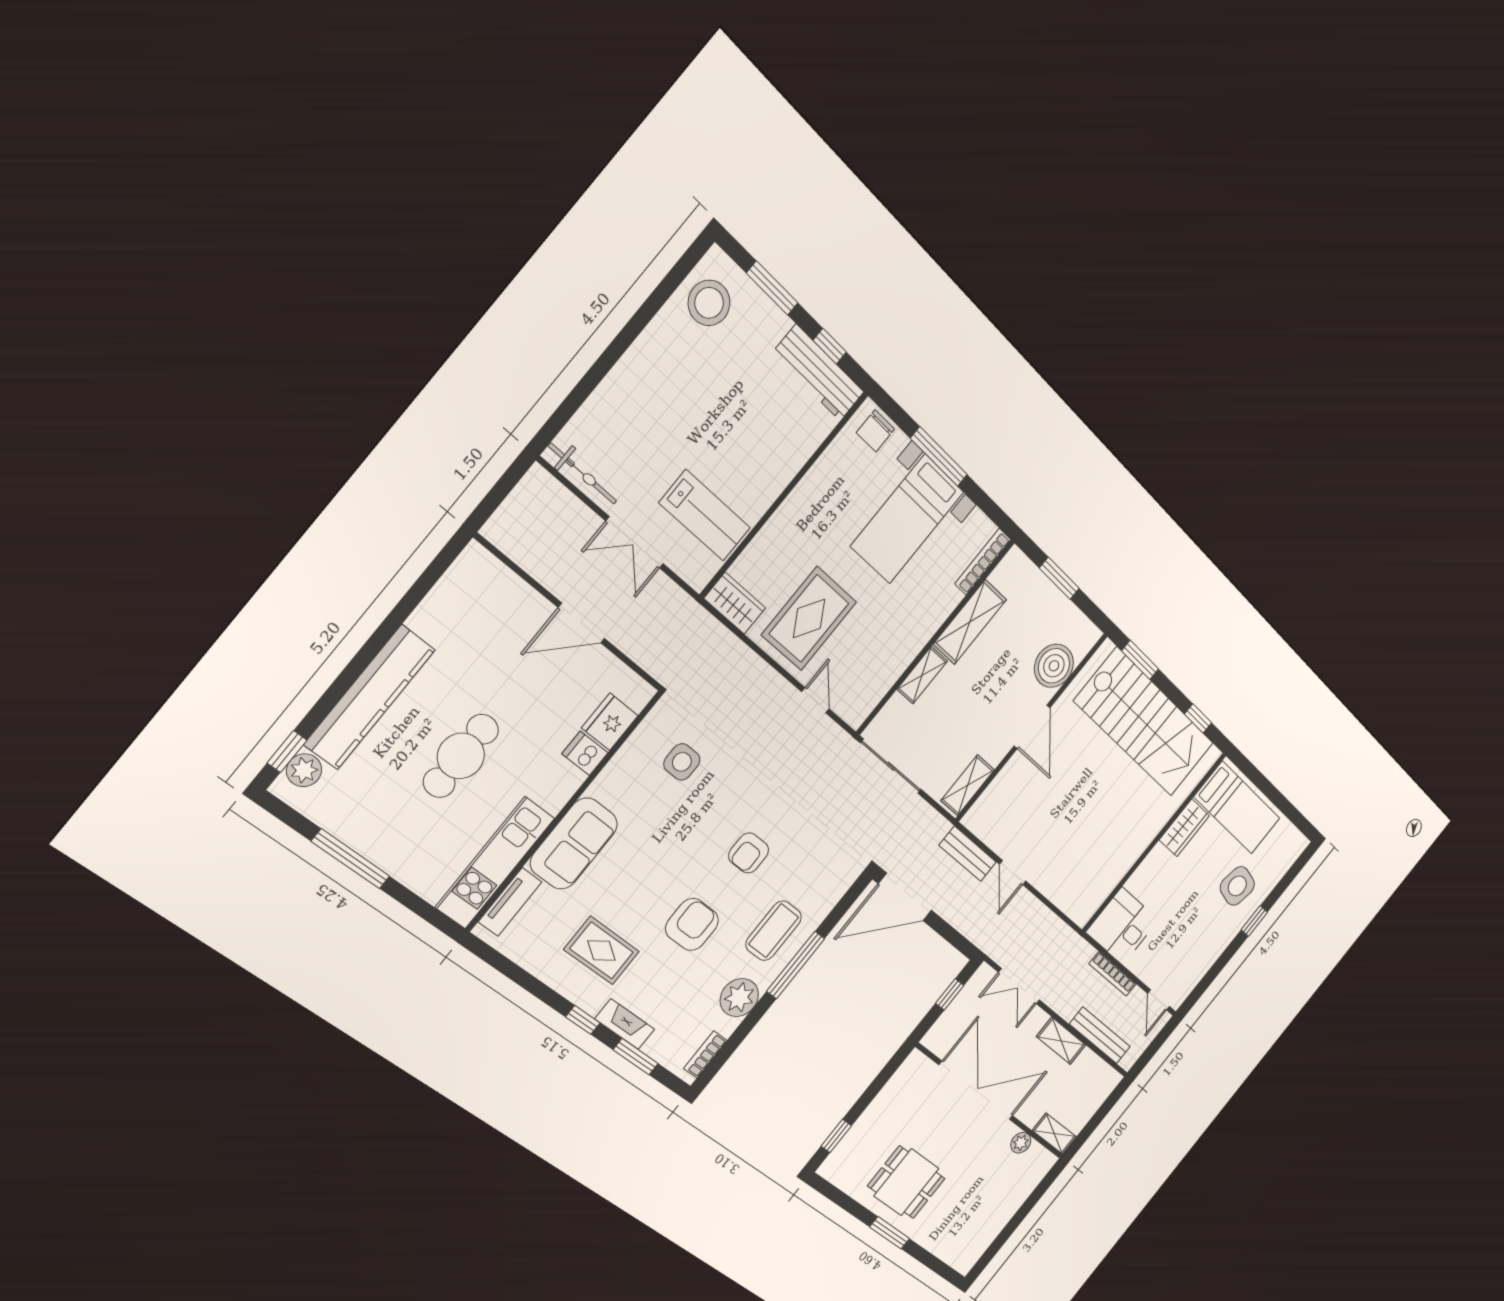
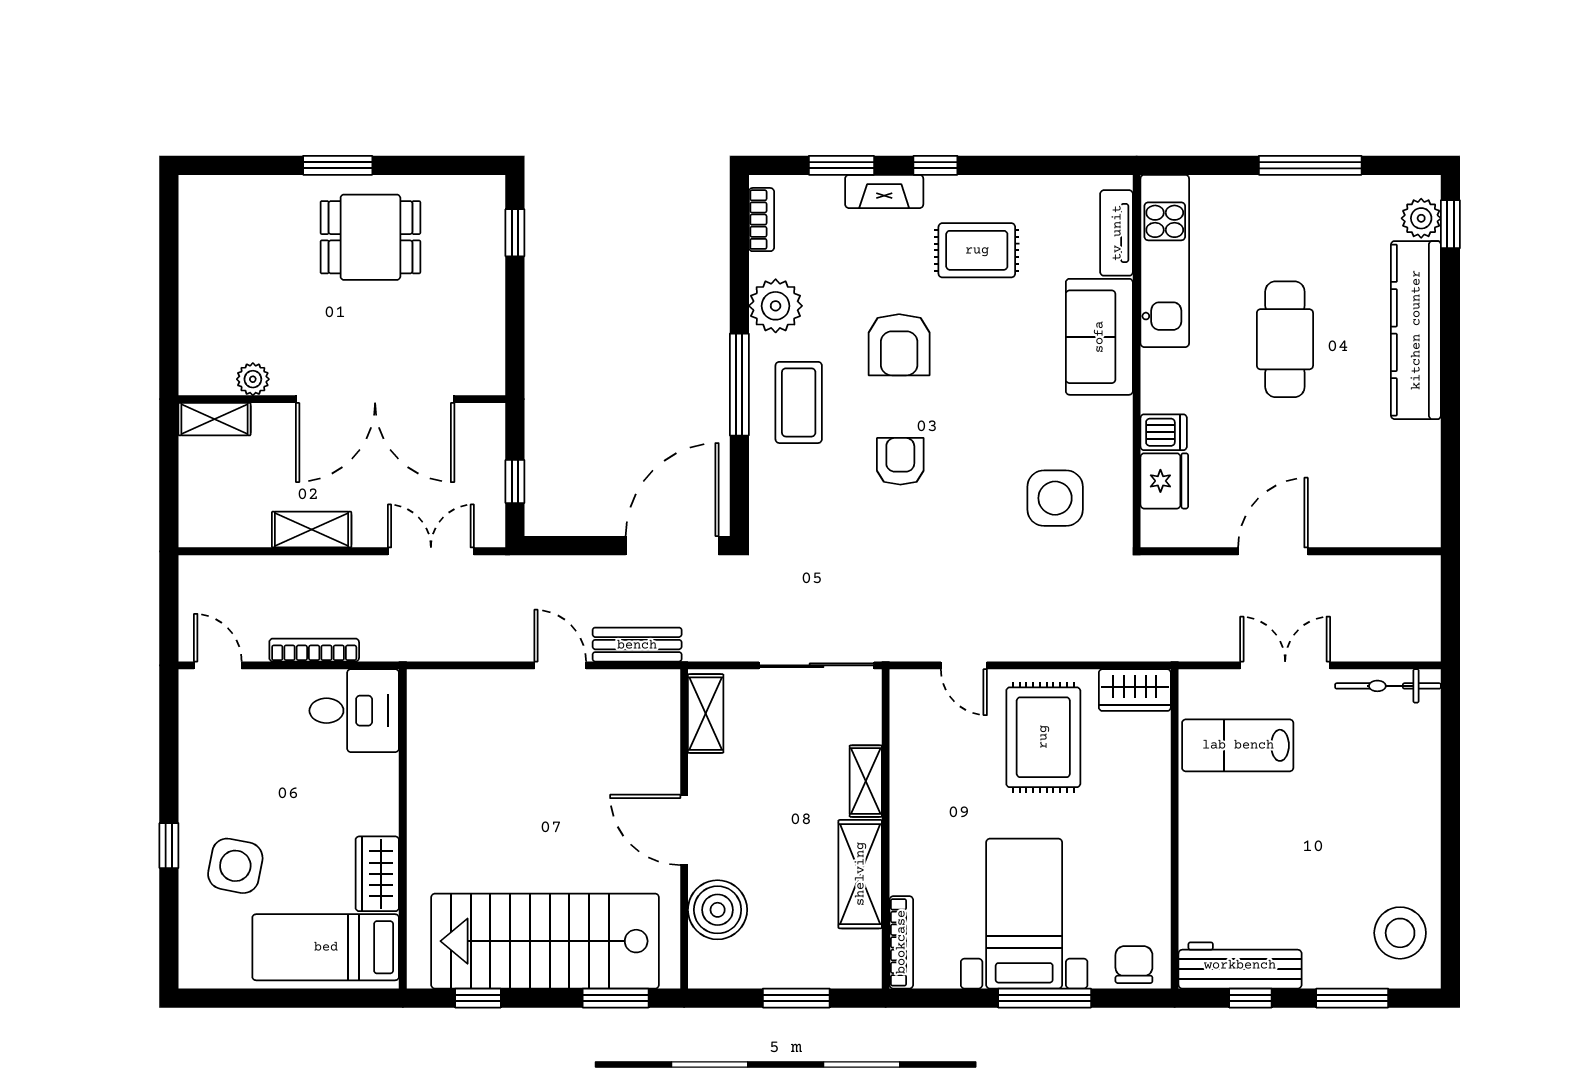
side table: (682, 762) -> (1055, 498), width x1.37, depth x1.37
bench: (1100, 1035) -> (262, 571), removed

